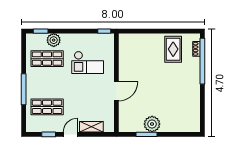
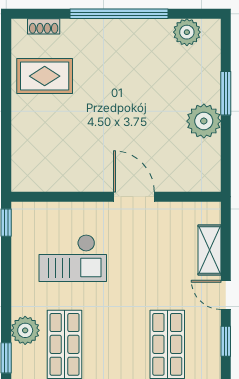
window: (202, 61) -> (119, 14), moved
checkout: (88, 62) -> (73, 258), turned 90
plant: (194, 116) -> (187, 32), added
window: (147, 134) -> (226, 93), moved

